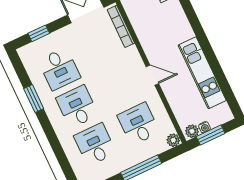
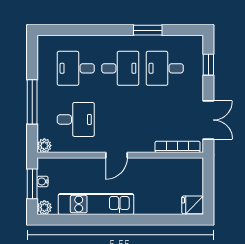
plant: (192, 131) -> (44, 207), moved
desk: (95, 144) -> (76, 68), turned 180

